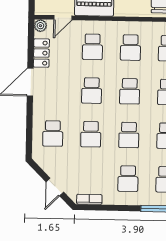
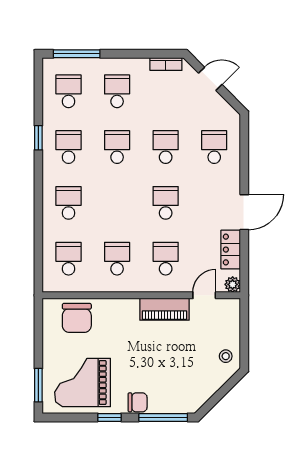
school desk: (130, 91) -> (117, 203), removed
door: (55, 187) -> (210, 79), hinge flipped

